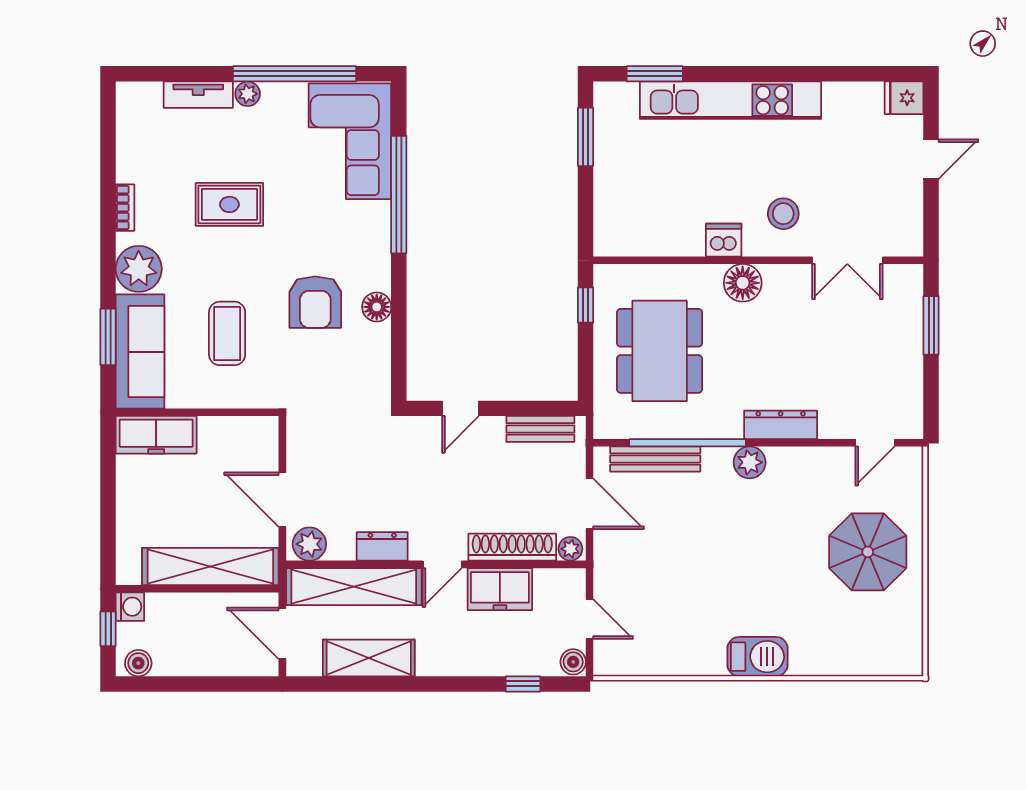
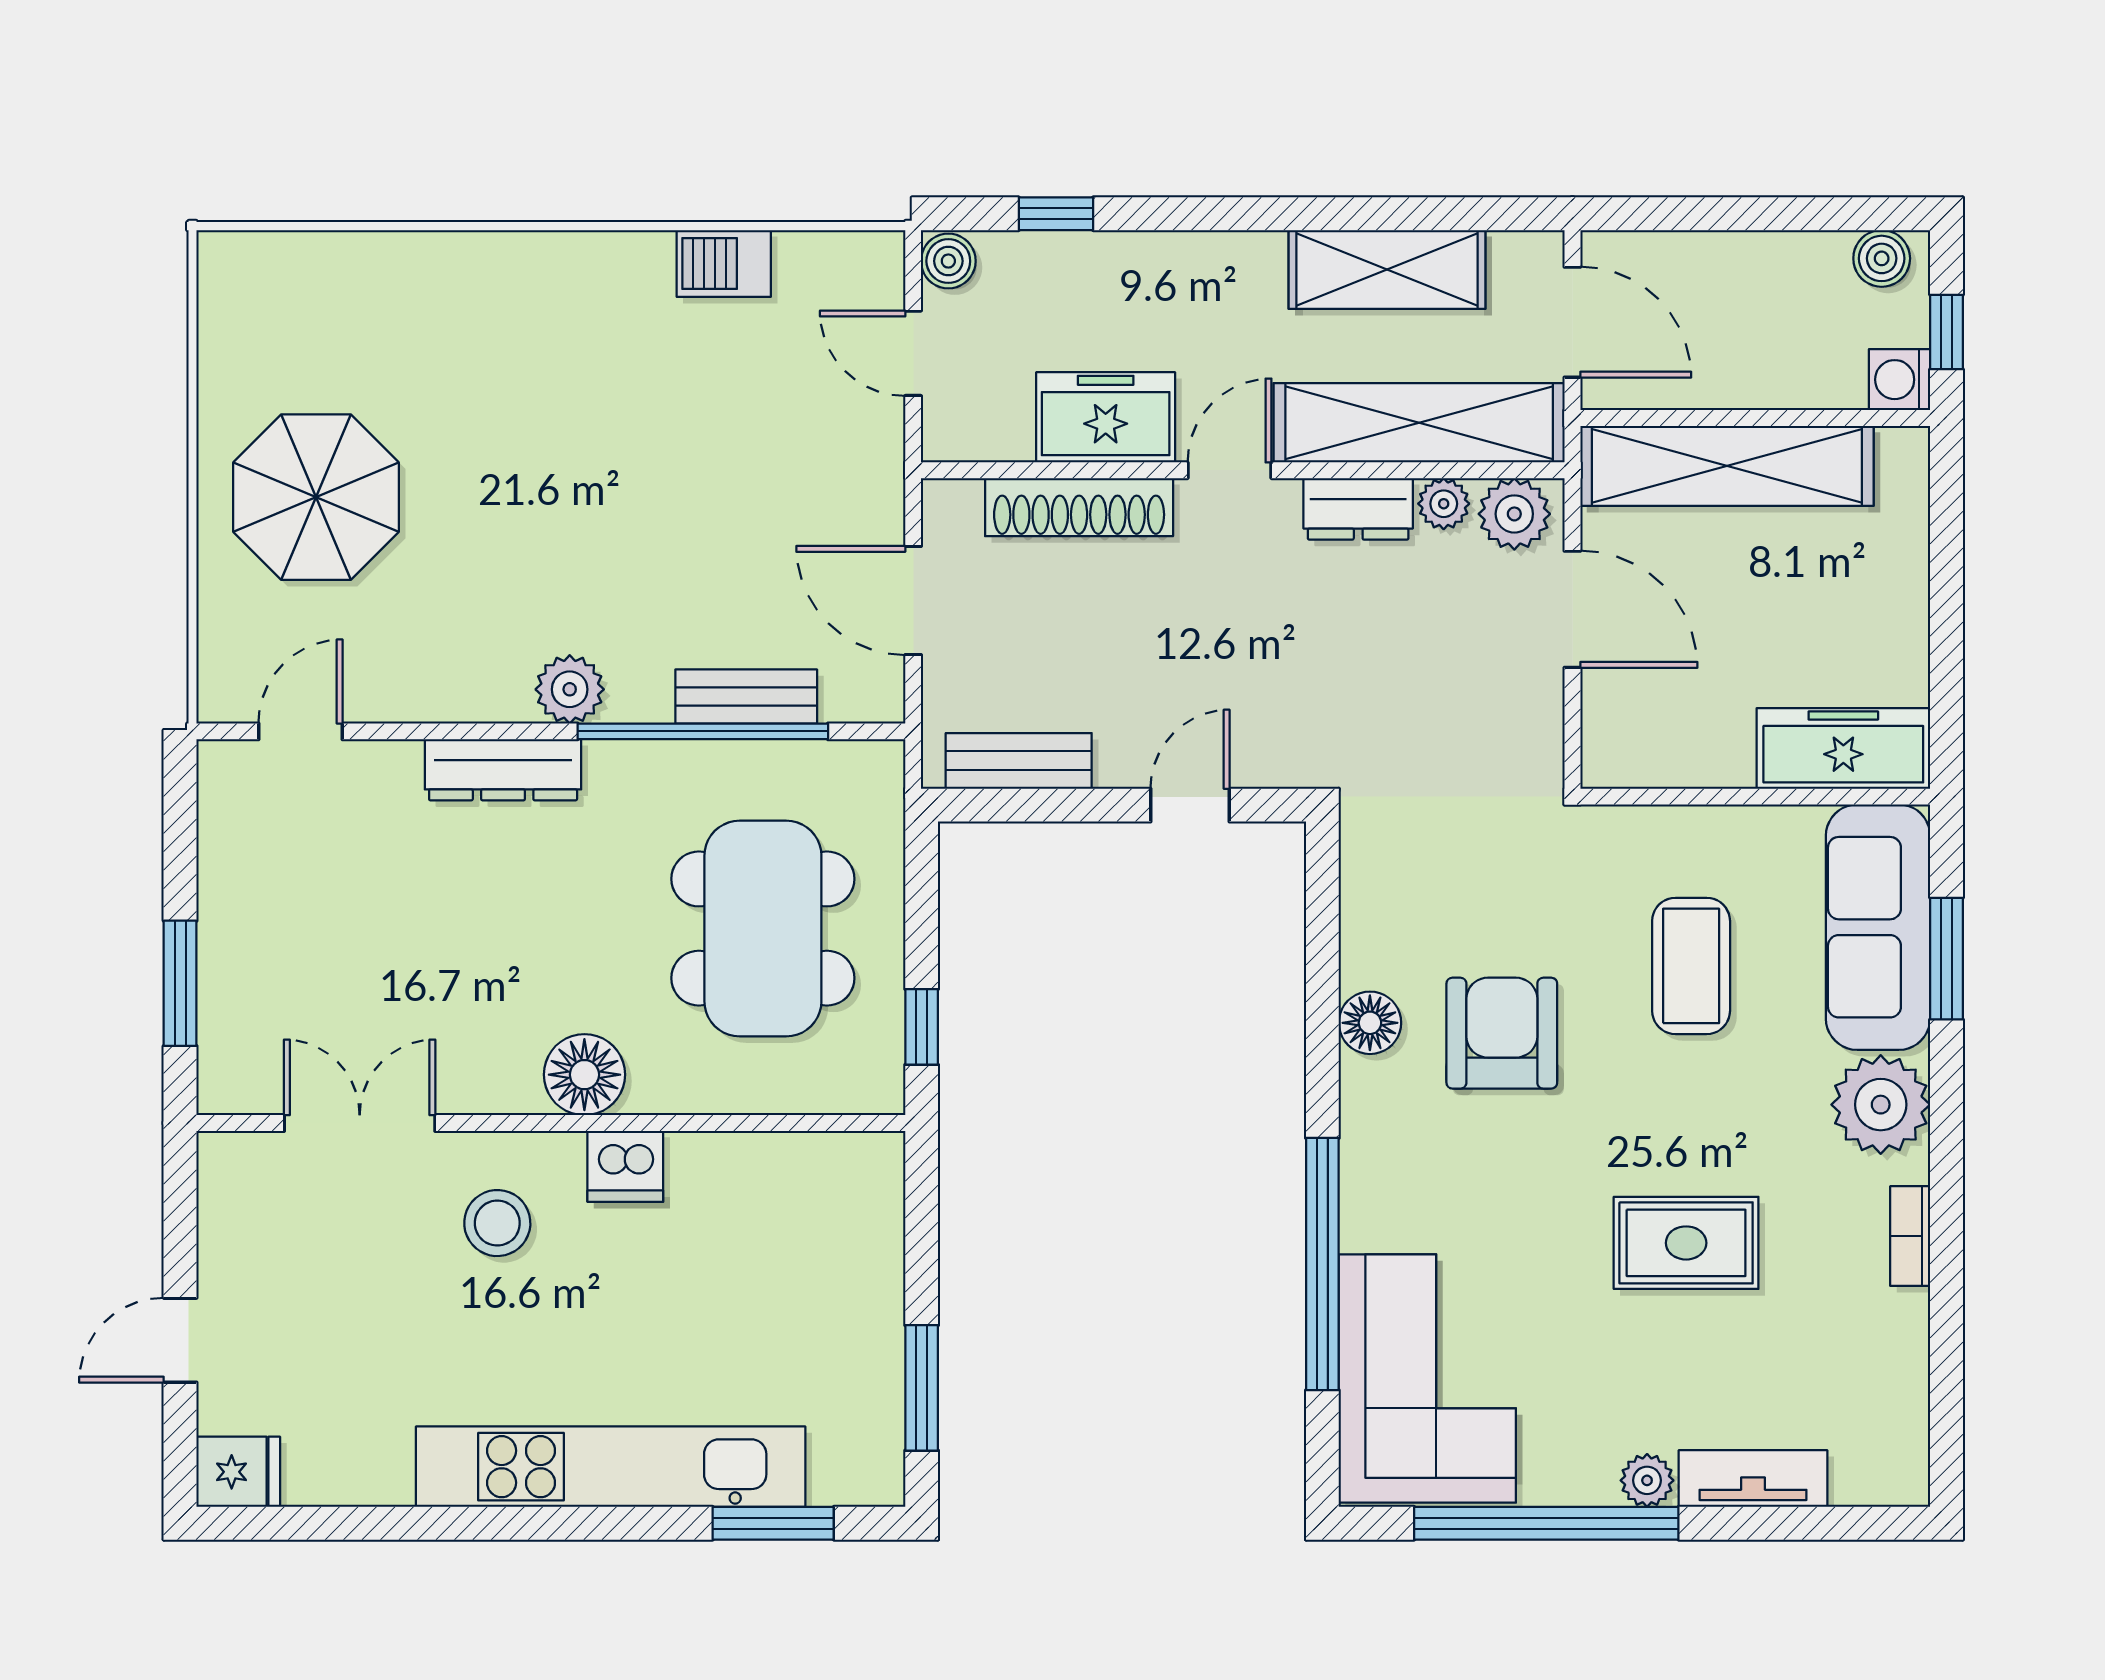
bench: (655, 459) -> (746, 696), width x0.73
plant: (570, 549) -> (1444, 504), moved
barbecue: (757, 657) -> (724, 263), moved, width x0.73, depth x0.79

